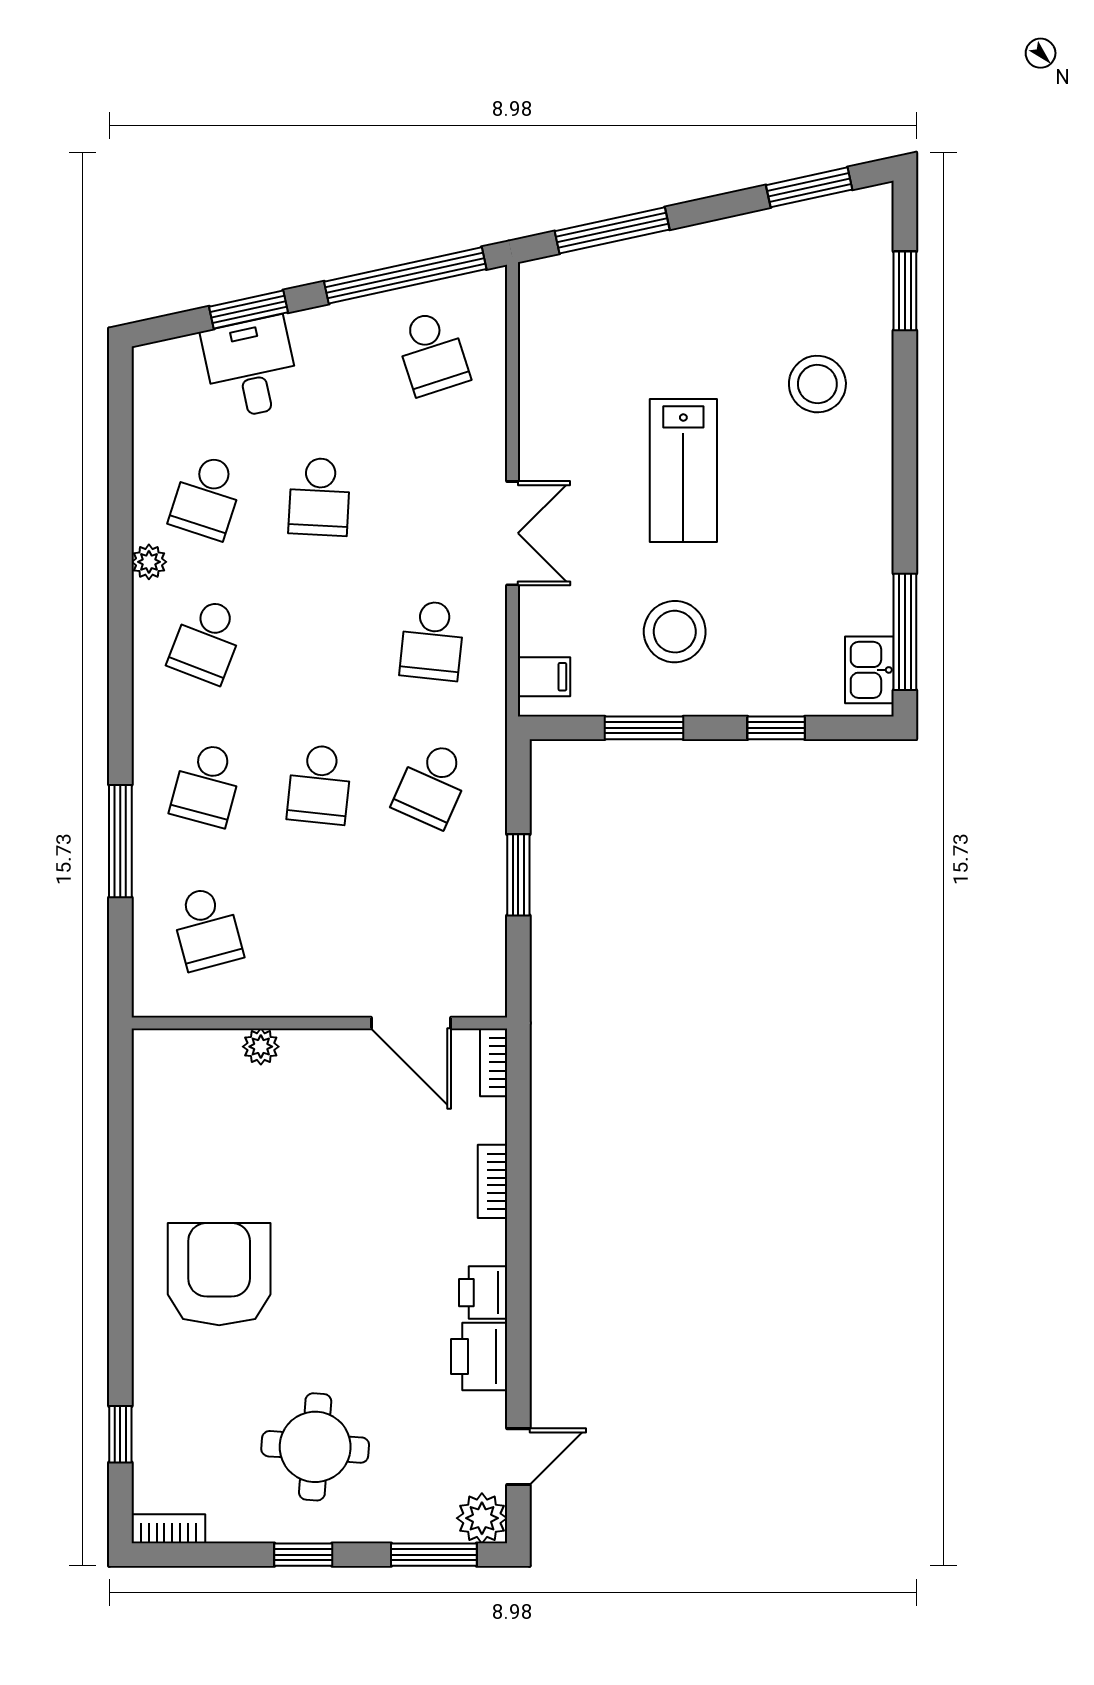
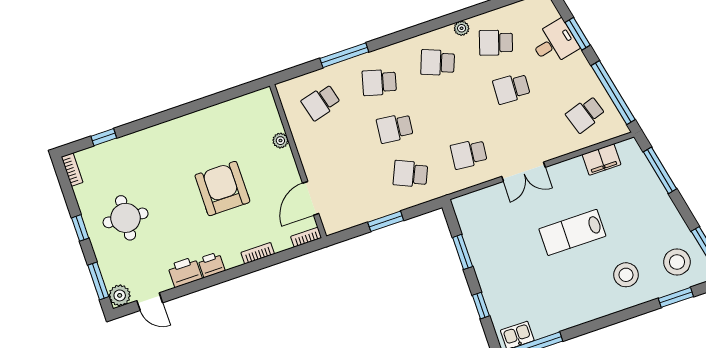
stool: (675, 632) -> (677, 262), moved
filing cabinet: (544, 677) -> (601, 159), moved, width x2.00
armchair: (219, 1274) -> (222, 189), moved, turned -90

